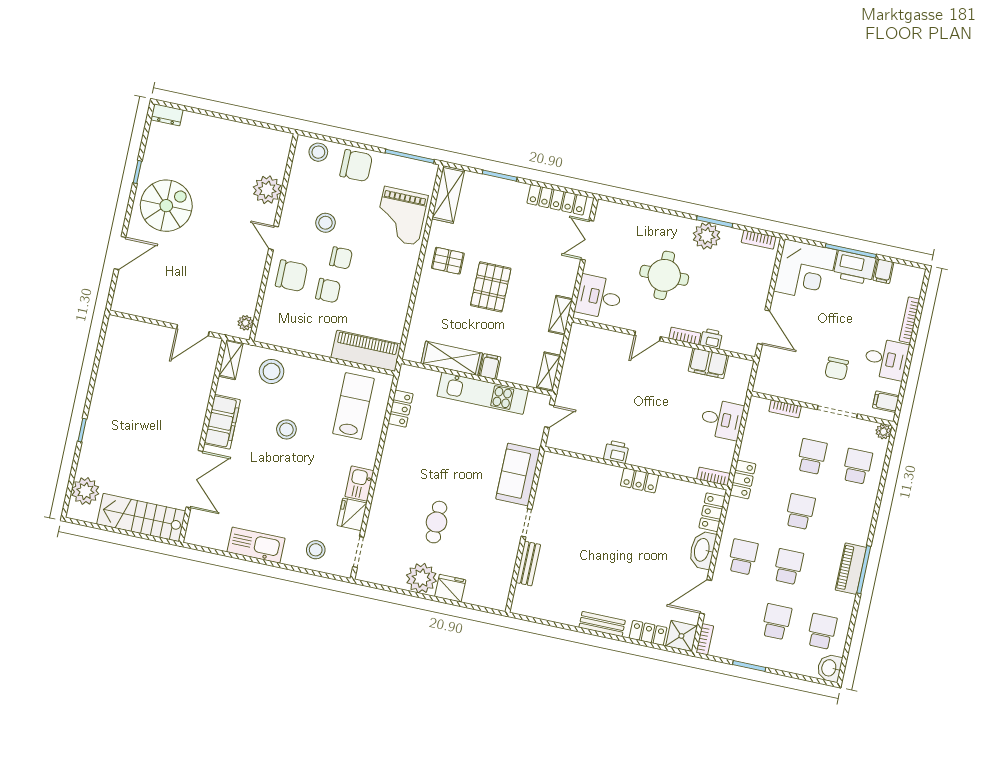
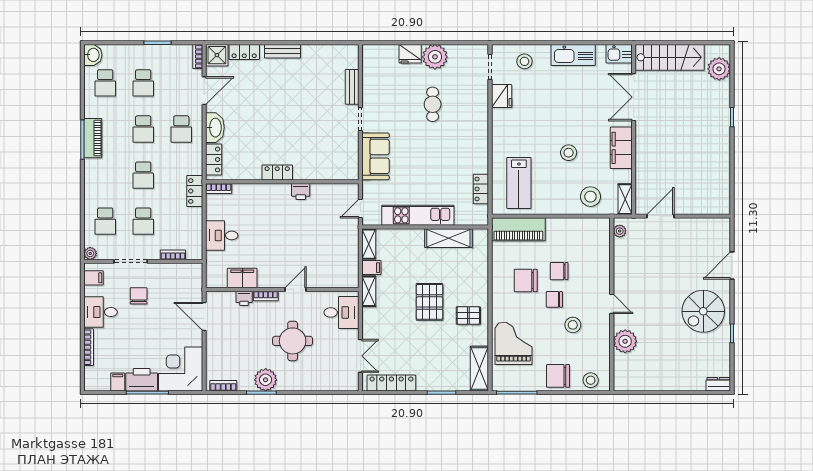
chair: (291, 276) -> (526, 281), moved
filing cabinet: (490, 366) -> (371, 268), moved, turned -90
kitchen sink: (359, 484) -> (619, 54), moved, turned 90

